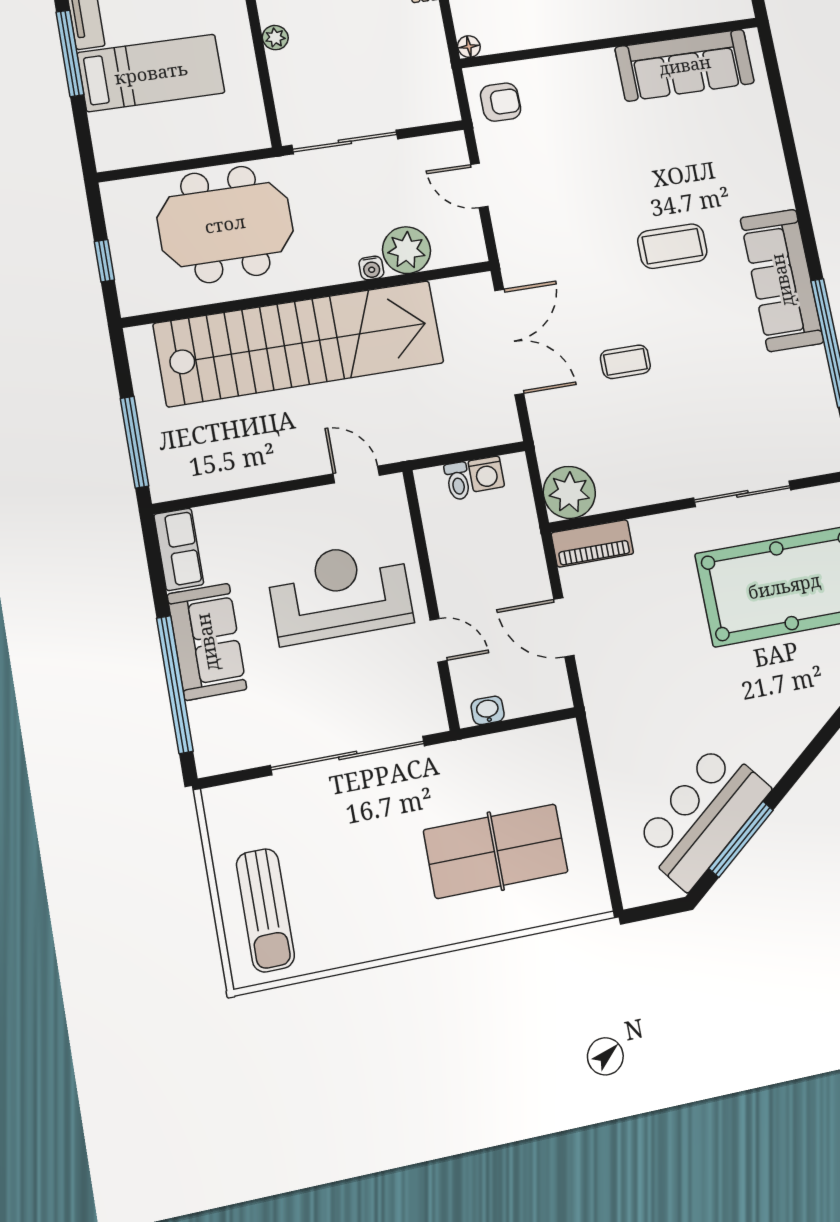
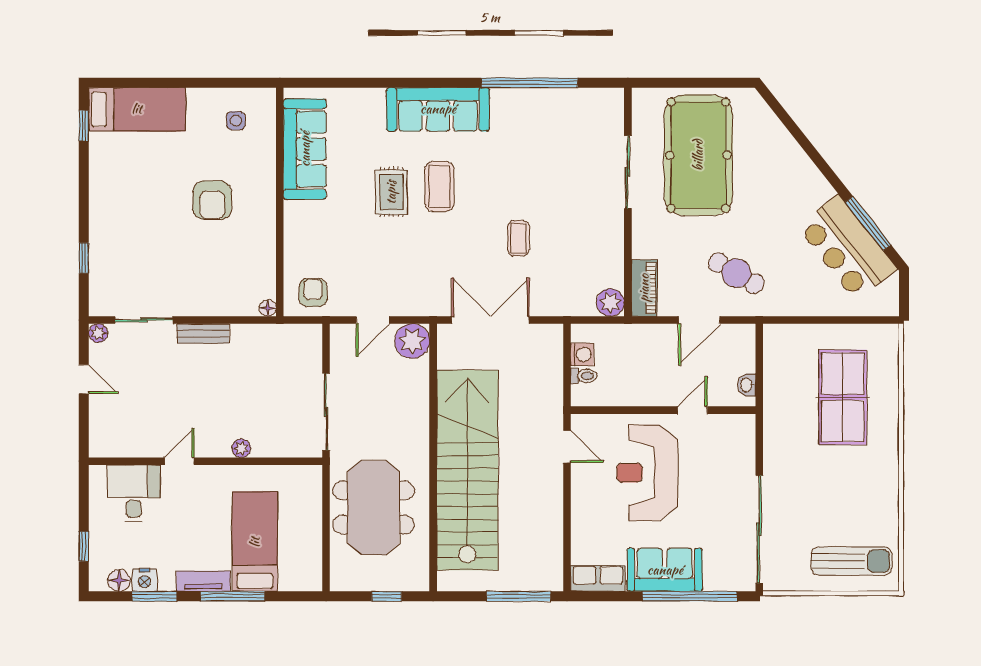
rug: (652, 185) -> (391, 192), added
plant: (407, 250) -> (412, 341), moved
water cooler: (371, 268) -> (421, 409), removed
sofa: (782, 280) -> (438, 109), moved
door: (356, 475) -> (567, 447), swing flipped
plant: (569, 492) -> (610, 303), width x0.73, depth x0.73
cafe table: (637, 667) -> (736, 273), added
sliding door: (348, 756) -> (759, 529), moved

